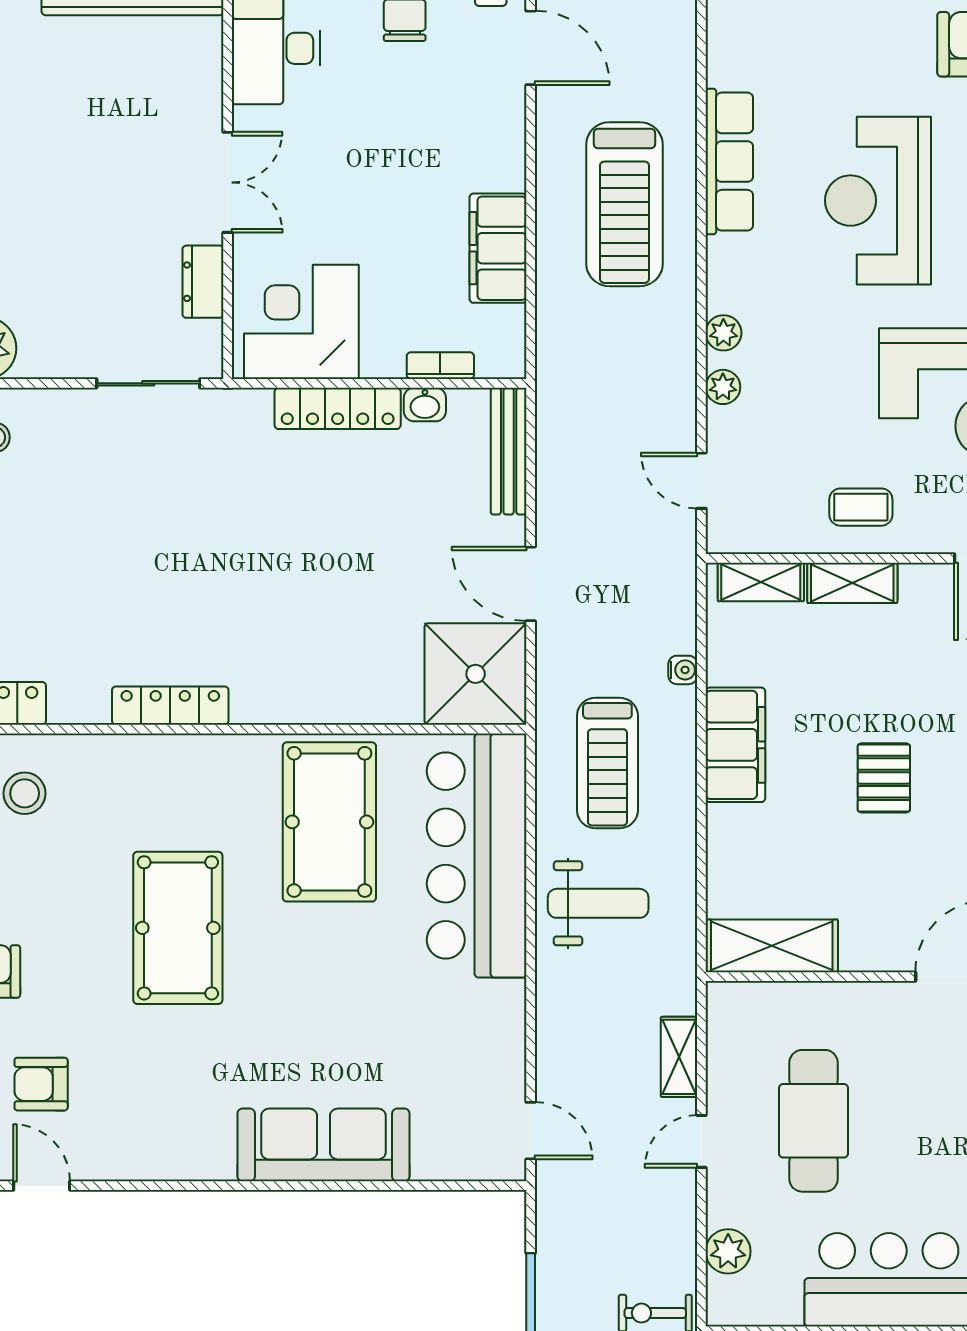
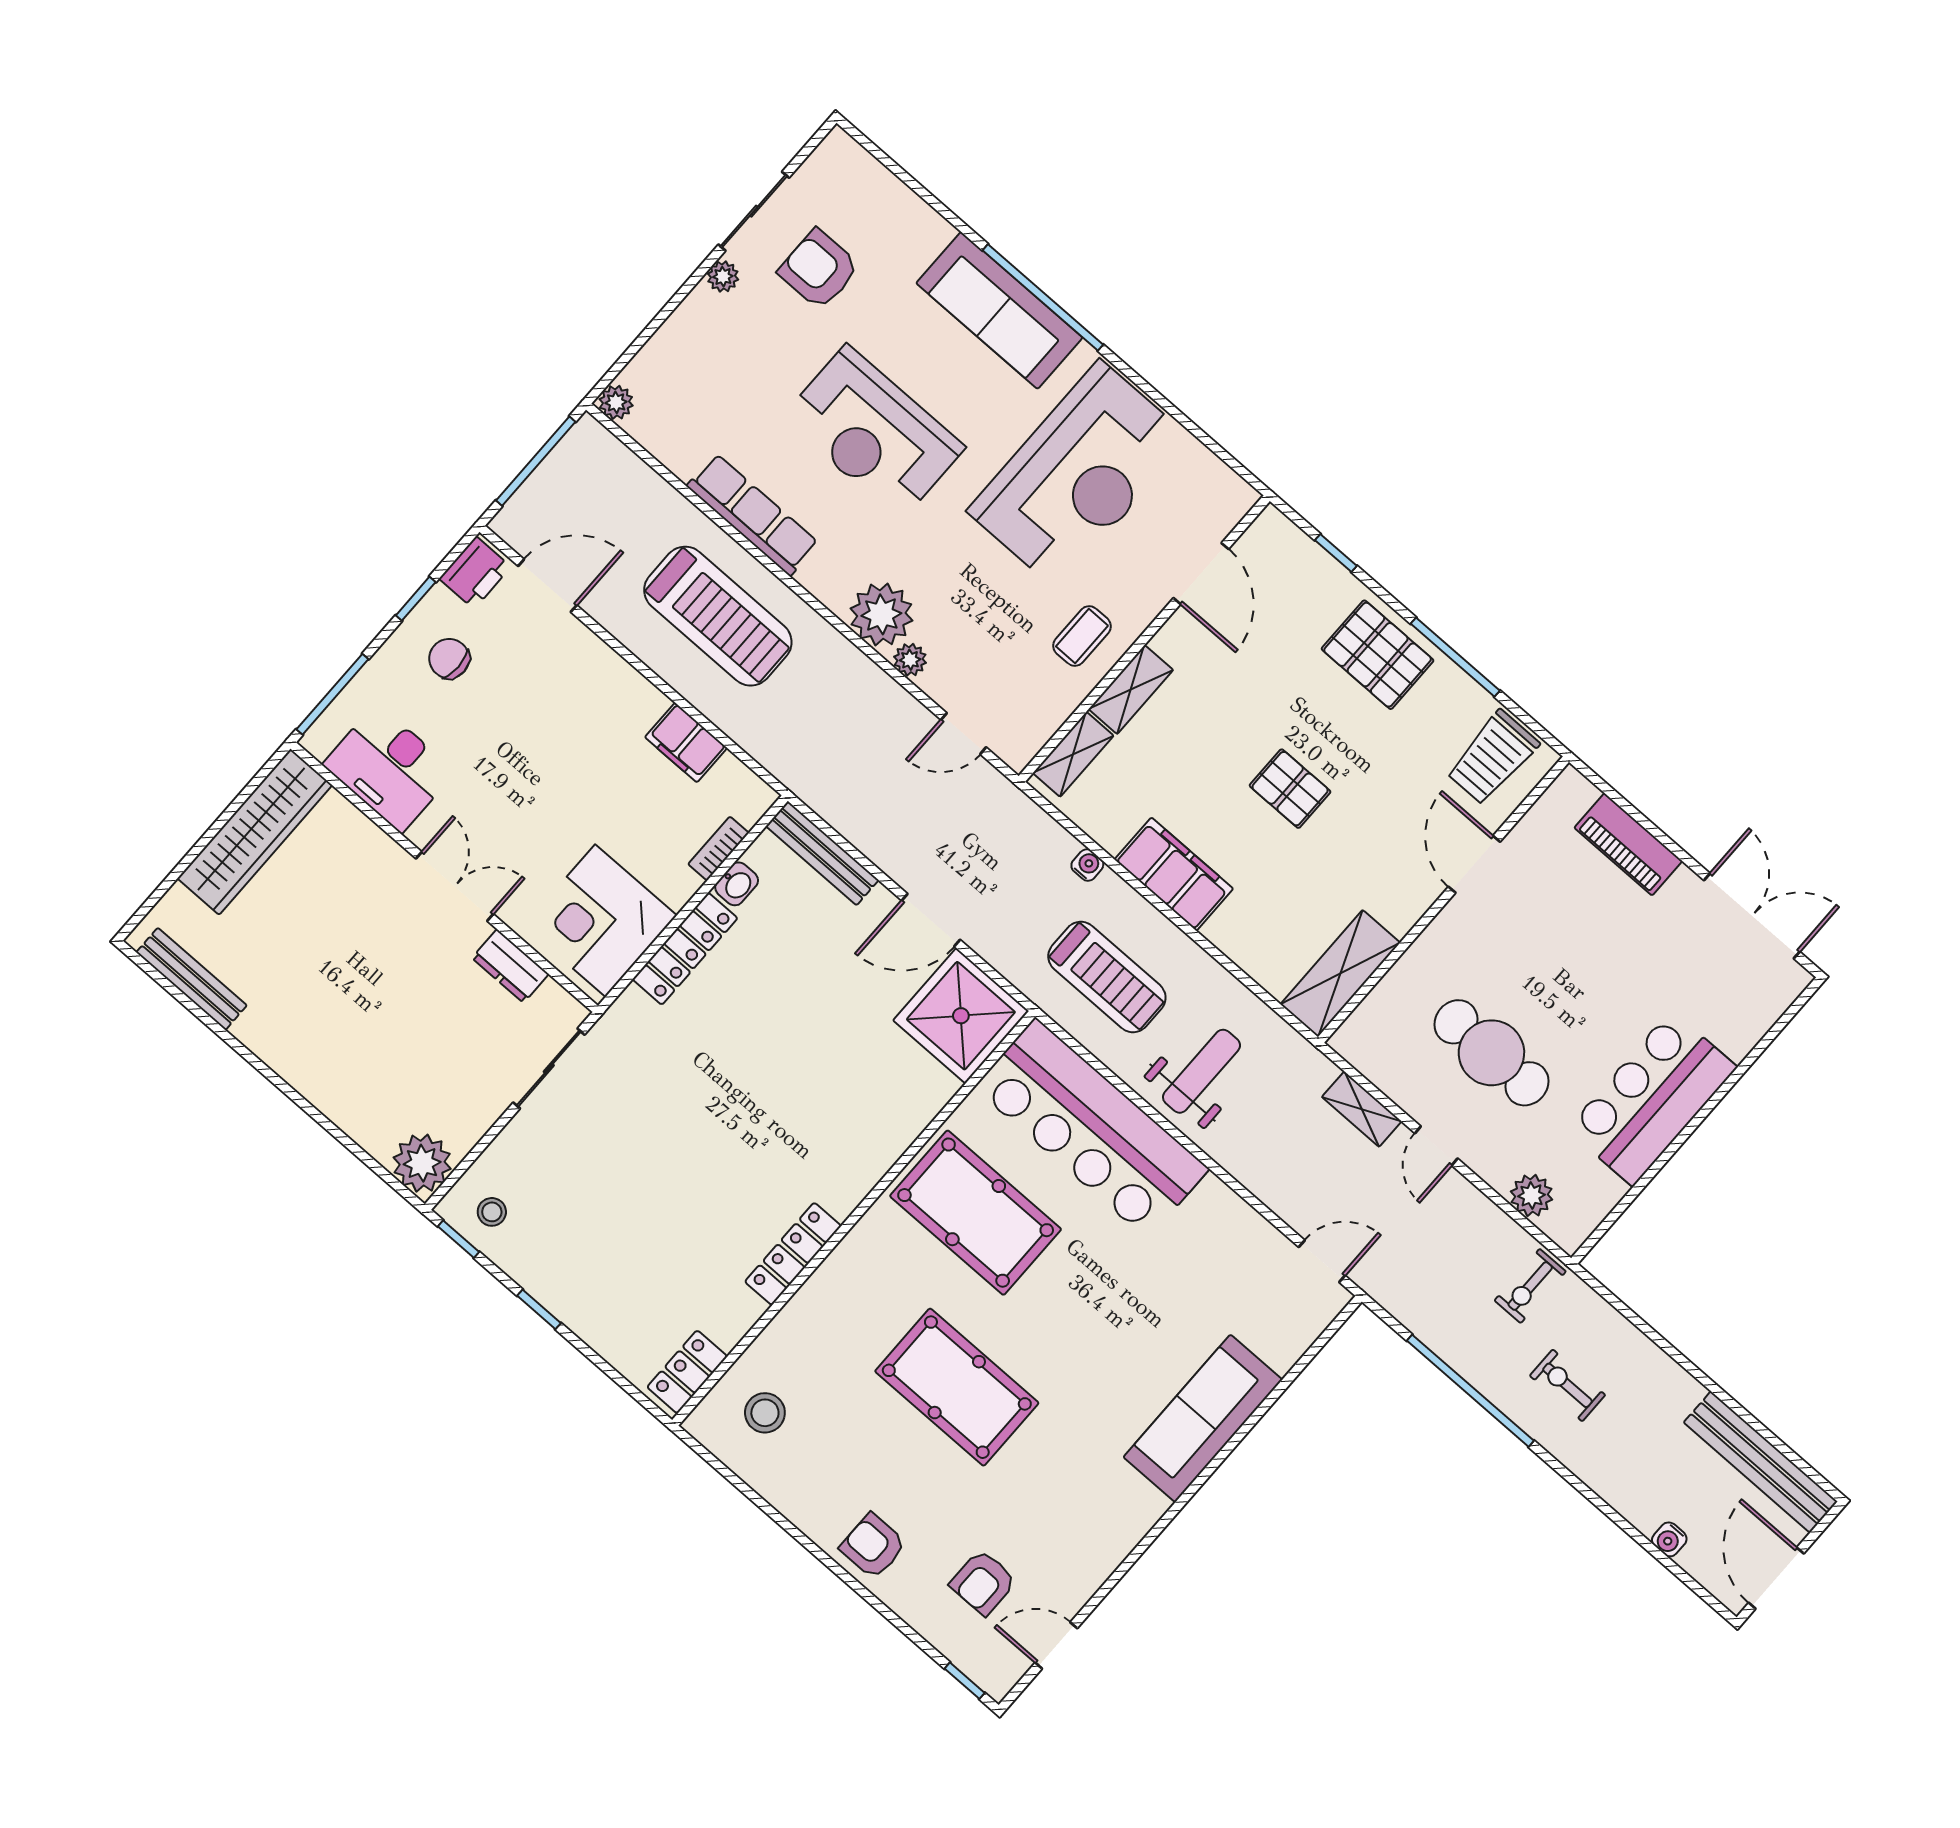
filing cabinet: (498, 248) -> (686, 743), width x0.67, depth x0.86
plant: (723, 333) -> (881, 614), width x1.88, depth x1.88

